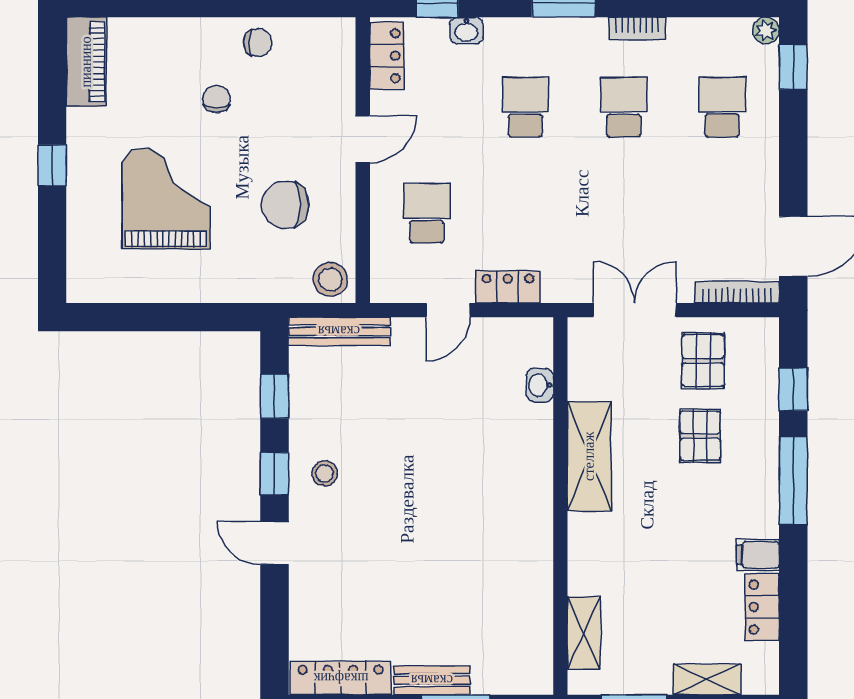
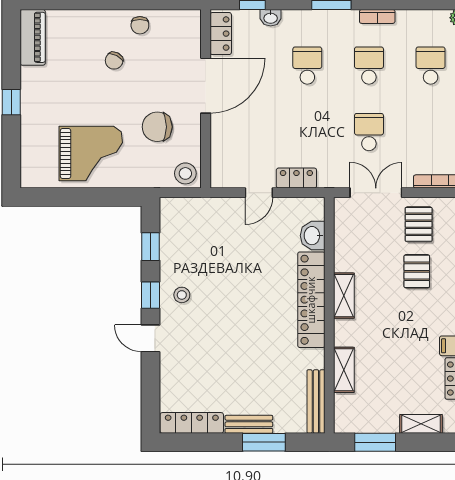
chair: (258, 43) -> (140, 25), turned 90
chair: (216, 99) -> (114, 61), turned -153
door: (363, 139) -> (206, 86), width x1.88
grand piano: (166, 199) -> (91, 154), moved, turned 90
school desk: (427, 213) -> (369, 132), moved
bench: (339, 331) -> (316, 402), moved, turned 90
washbasin: (540, 385) -> (313, 236), width x1.38, depth x1.45
shelving: (589, 456) -> (344, 296), width x0.67, depth x0.75
locker: (532, 481) -> (311, 300), added
shelving: (584, 633) -> (344, 370), moved

